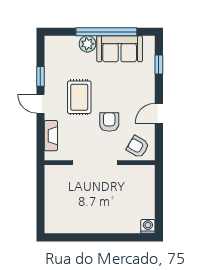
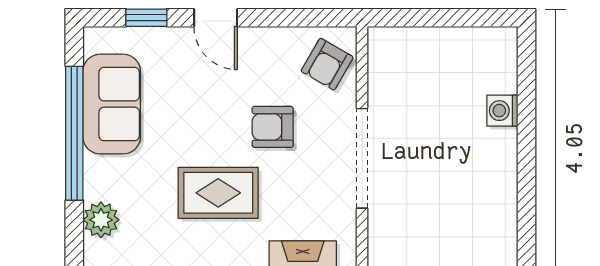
plant: (87, 44) -> (101, 220), moved
door: (159, 113) -> (216, 18), moved
washing machine: (148, 226) -> (502, 111), moved

